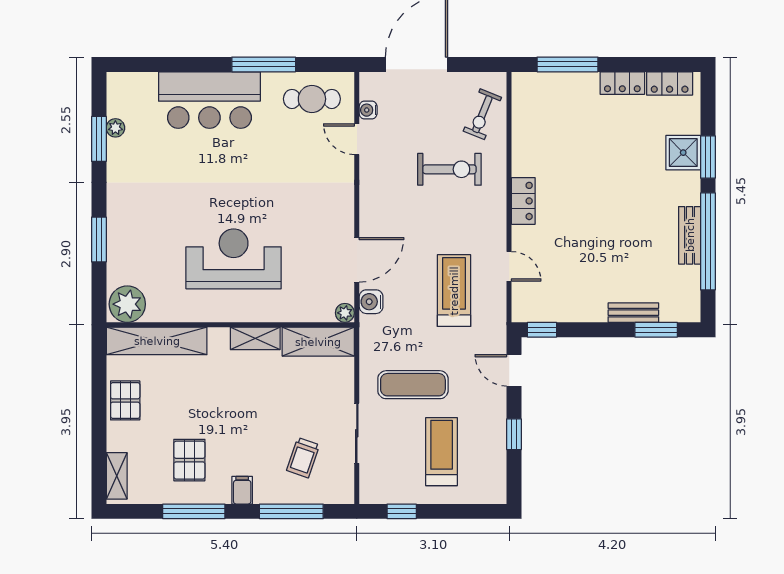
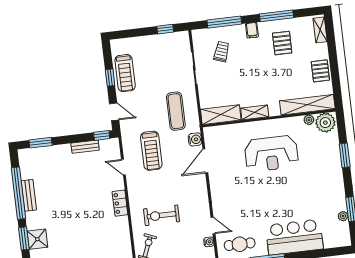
plant: (345, 313) -> (309, 120), moved
bench: (633, 313) -> (85, 147), moved
exercise mat: (413, 385) -> (176, 111), moved, turned 90
treadmill: (442, 452) -> (125, 73), moved

